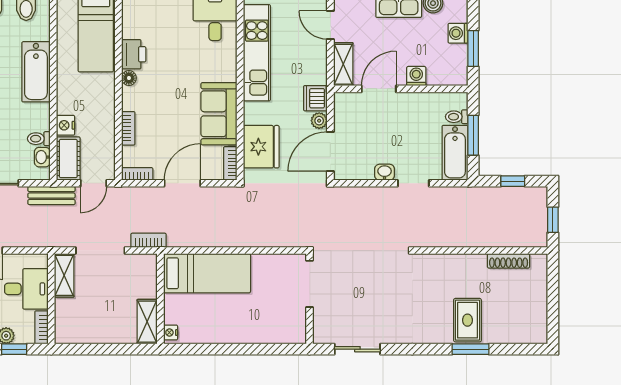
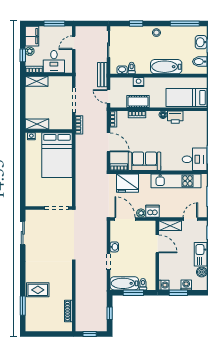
washing machine: (416, 76) -> (164, 285), moved
cot: (68, 159) -> (138, 102), moved
bed: (207, 273) -> (57, 155), width x1.50
shelving: (64, 275) -> (37, 81), moved
window: (471, 349) -> (23, 306), moved

